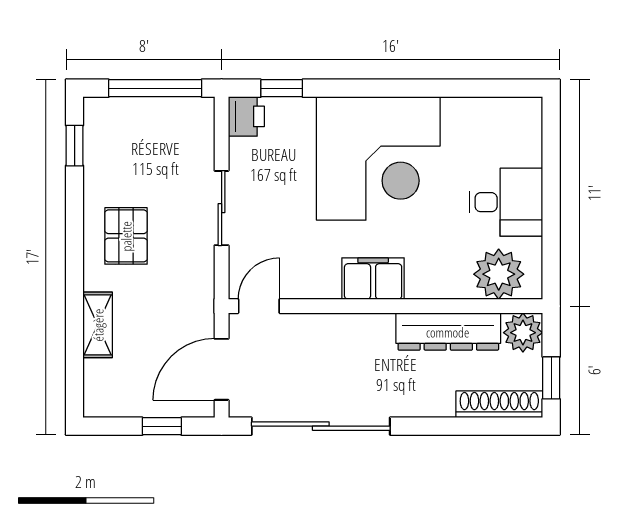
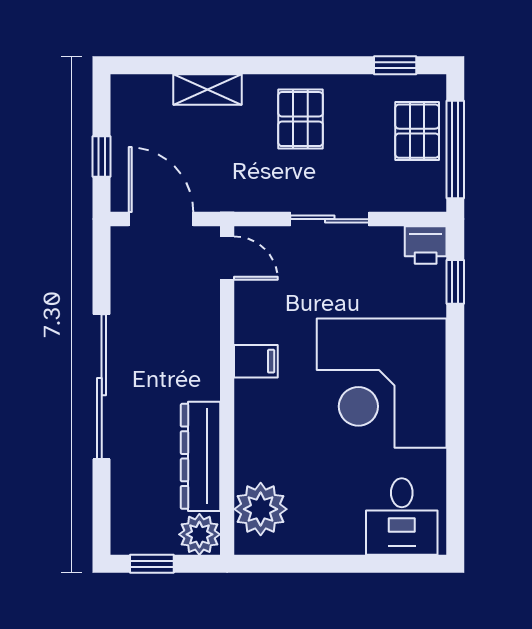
pallet: (138, 124) -> (417, 131), added
desk: (506, 202) -> (402, 517), moved
pallet: (126, 236) -> (301, 119), turned 90
filing cabinet: (373, 279) -> (256, 361), width x0.50
shoe rack: (499, 404) -> (124, 510), removed
sliding door: (321, 426) -> (102, 387), moved

